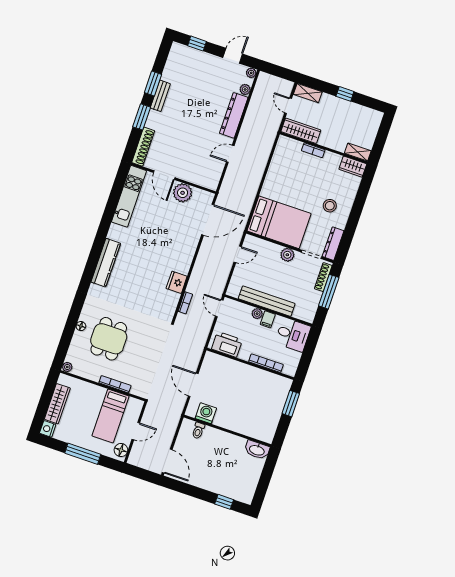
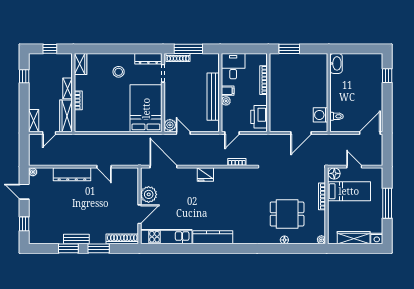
plant: (245, 89) -> (48, 172), removed
window: (345, 94) -> (24, 76), moved
window: (381, 138) -> (50, 49), added
shelving: (358, 152) -> (67, 88), moved
plant: (287, 255) -> (170, 125), moved
kitchen counter: (106, 263) -> (213, 237), moved
fridge: (177, 282) -> (205, 175), moved
floor lamp: (121, 450) -> (334, 173), moved

